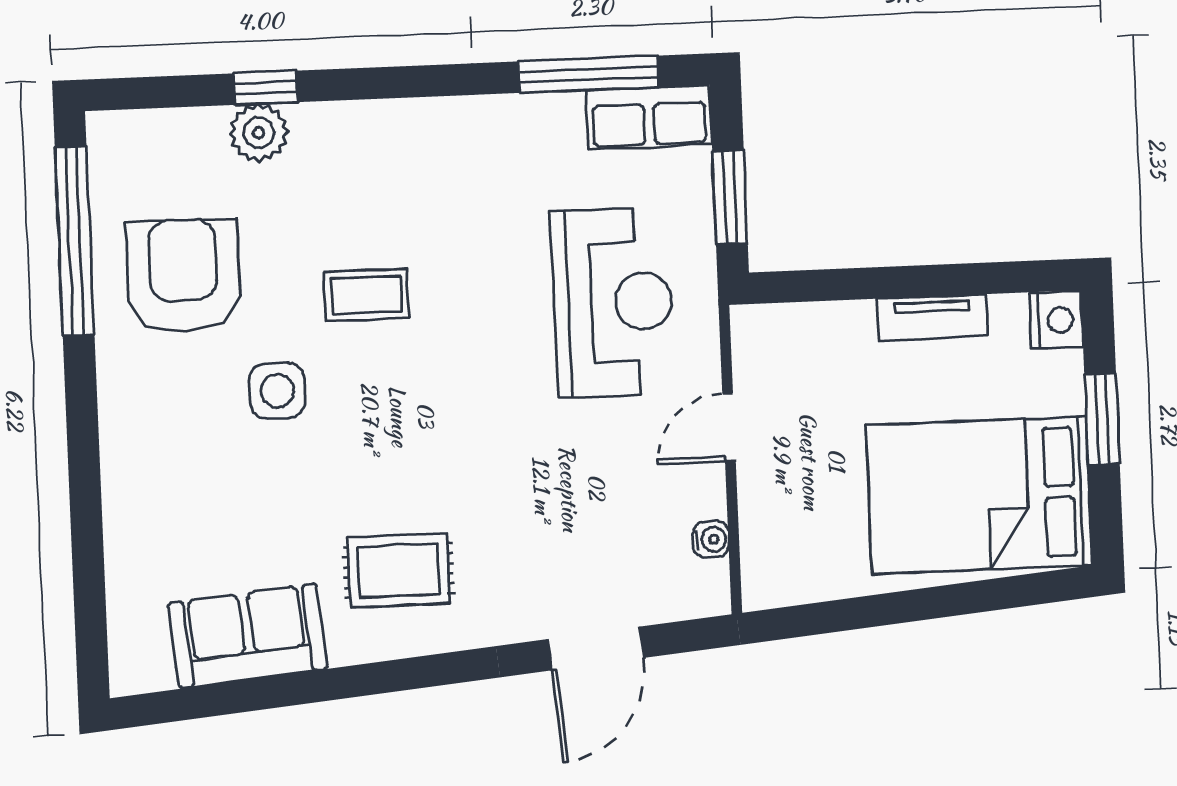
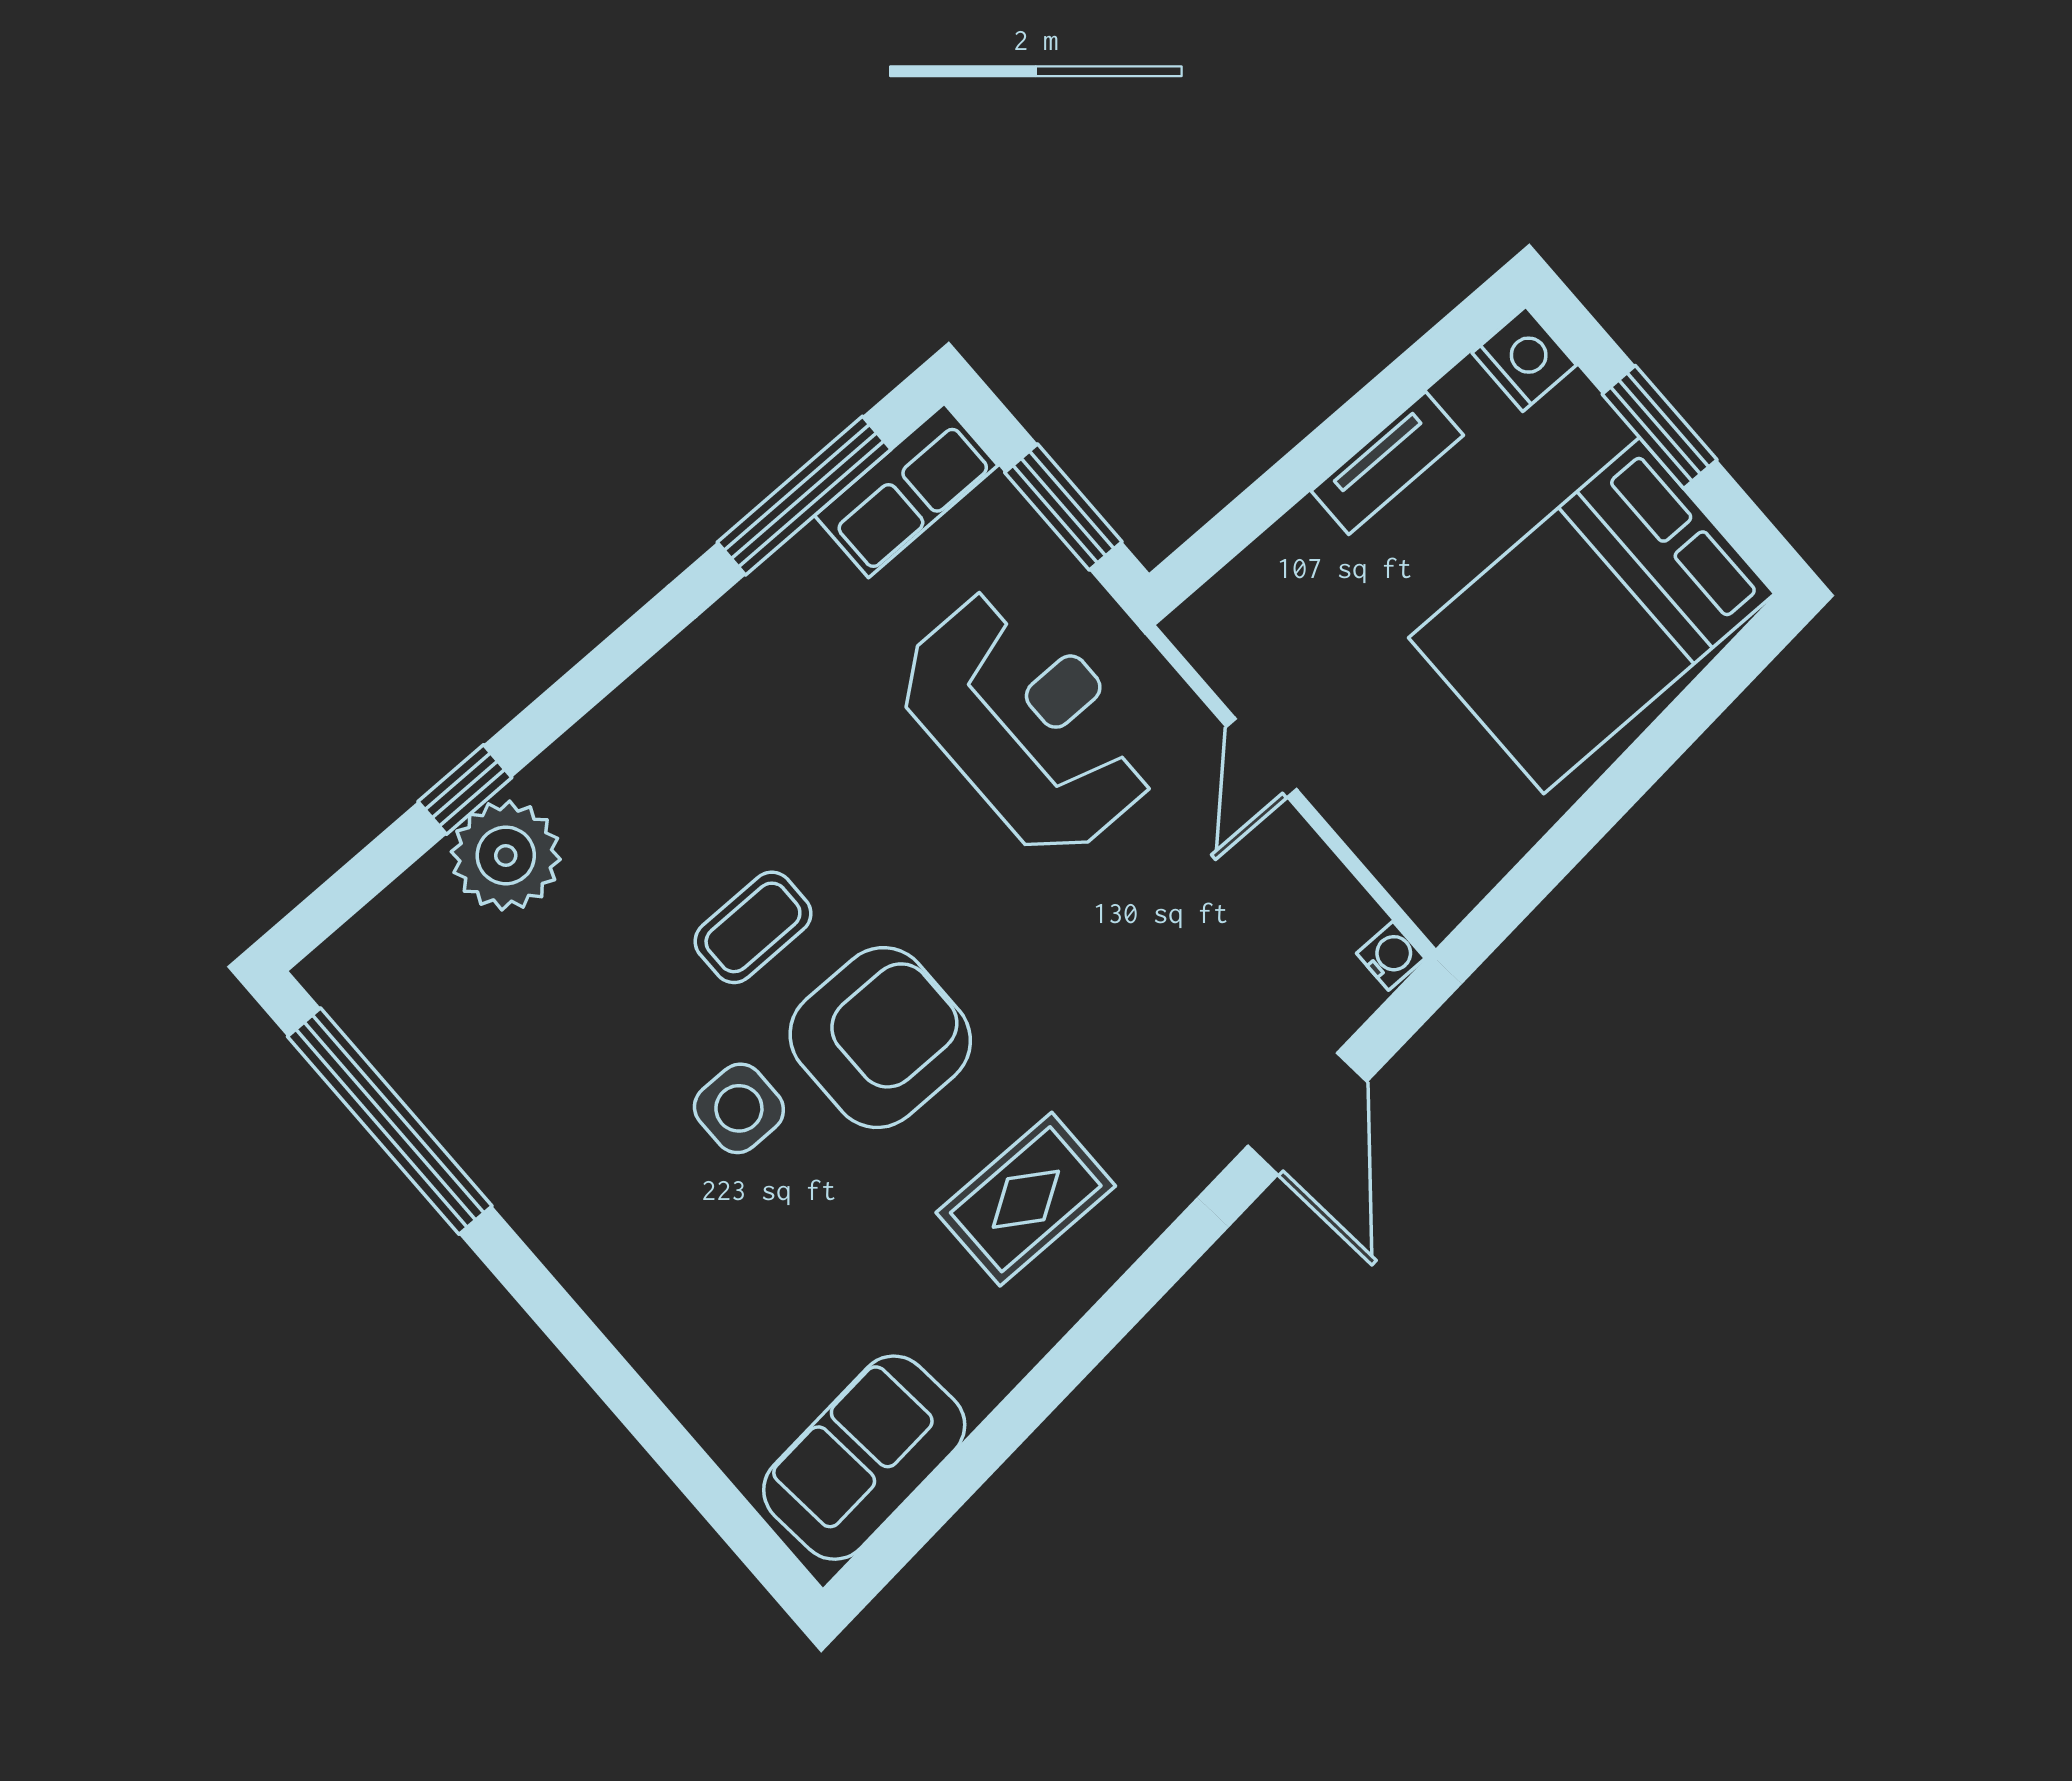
plant: (259, 133) -> (506, 855), width x1.36, depth x1.36
armchair: (183, 276) -> (880, 1038), moved, turned 90
water cooler: (711, 539) -> (1391, 956), moved
sofa: (248, 636) -> (864, 1458), moved

